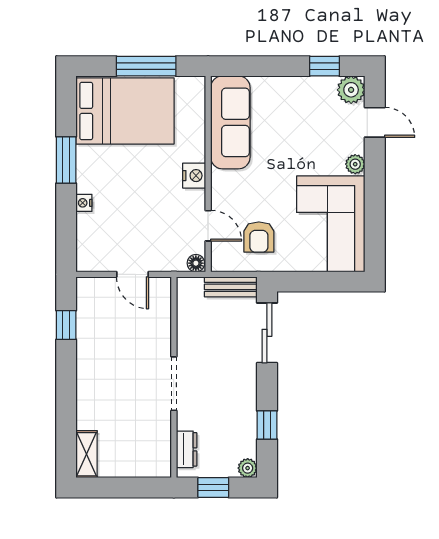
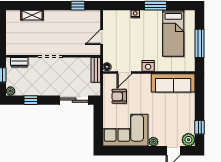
bed: (125, 111) -> (173, 33), width x0.67
bench: (231, 287) -> (96, 70), moved
shelving: (86, 454) -> (32, 15), moved

